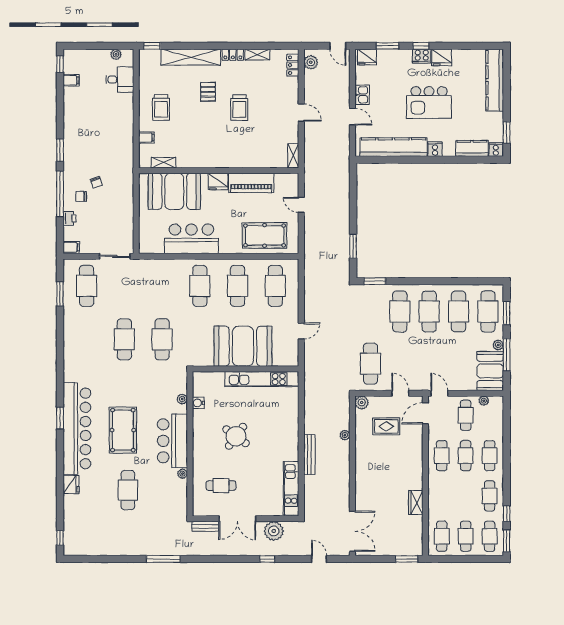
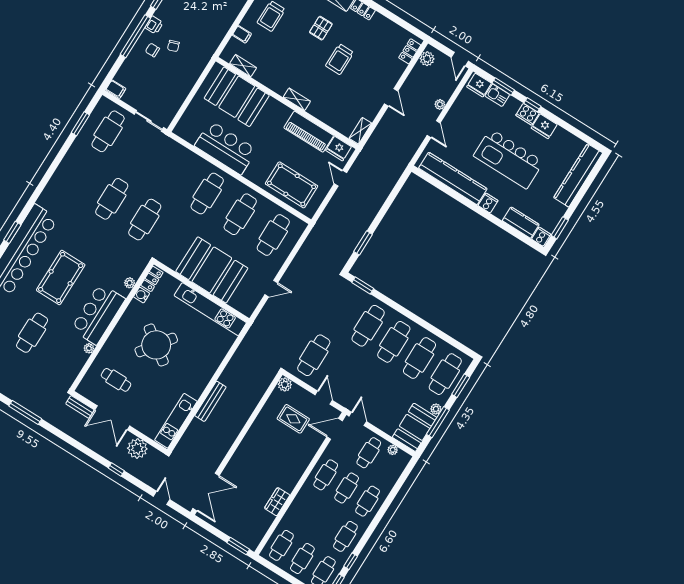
shelving: (257, 55) -> (297, 99), moved
kitchen sink: (362, 95) -> (497, 95), moved, turned 90
kitchen island: (429, 102) -> (508, 159), width x1.37
fridge: (218, 181) -> (339, 149), moved
printer: (70, 218) -> (154, 25), moved
locker: (198, 384) -> (152, 279), added
plant: (345, 435) -> (440, 104), moved
round table: (236, 436) -> (156, 345), width x1.36, depth x1.36

